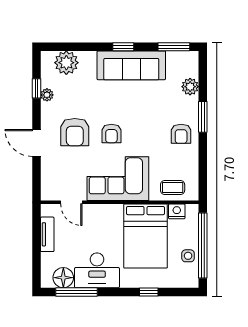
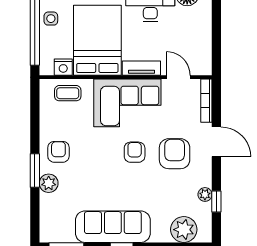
plant: (190, 87) -> (49, 183), moved
bookcase: (46, 181) -> (206, 101), added
tv unit: (47, 234) -> (141, 68), moved, turned 90

